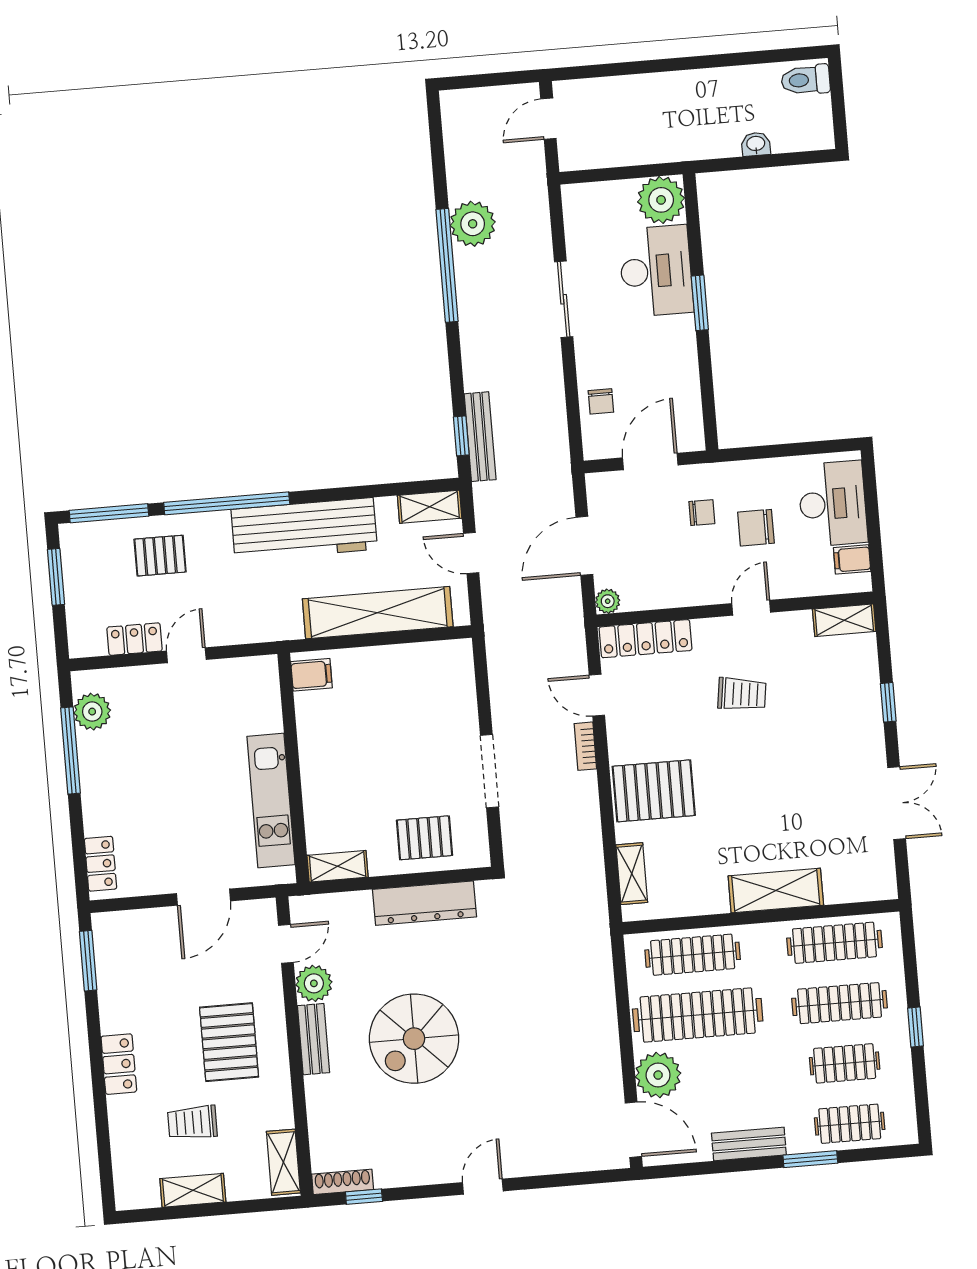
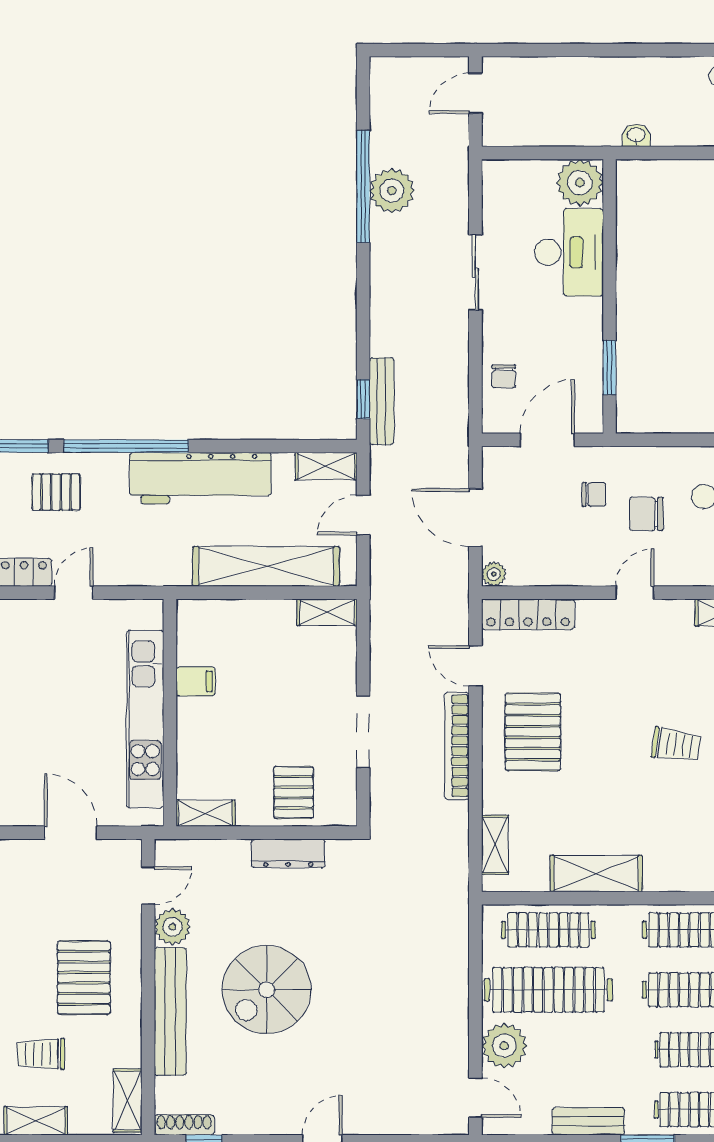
washbasin: (756, 144) -> (636, 135), moved
window: (447, 265) -> (363, 186), moved
window: (700, 303) -> (609, 368), moved
door: (584, 546) -> (475, 518), hinge flipped
door: (471, 553) -> (363, 515), hinge flipped
shelving: (443, 654) -> (327, 612), added
filing cabinet: (311, 675) -> (196, 681), moved
trolley: (742, 694) -> (676, 745), moved
bookcase: (585, 746) -> (457, 746), width x2.31, depth x1.31
pallet: (654, 791) -> (533, 732), moved, turned 90
kitchen unit: (271, 800) -> (145, 719), width x1.36
pallet: (424, 838) -> (294, 792), turned 90
shelving: (776, 891) -> (596, 874), moved
door: (204, 897) -> (71, 833), swing flipped
dresser: (424, 903) -> (288, 853), width x0.73, depth x0.80
bench: (313, 1039) -> (170, 1011), width x1.86, depth x1.21
door: (633, 1130) -> (475, 1098), width x0.73

